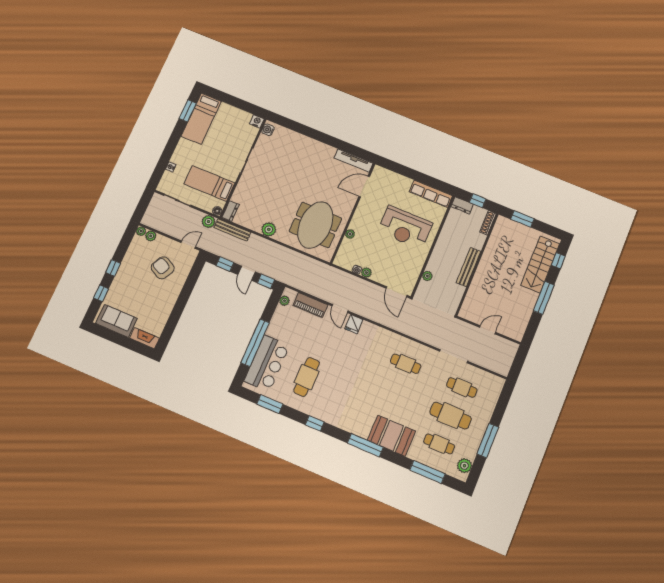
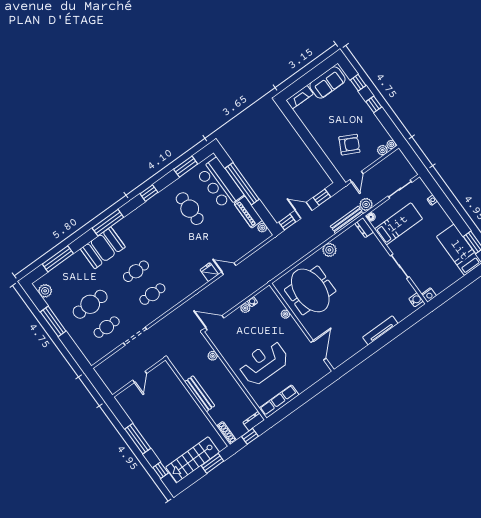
tv unit: (354, 161) -> (380, 330), moved
stairs: (540, 264) -> (193, 460), moved, turned -90
piano: (310, 305) -> (248, 212), moved, turned -90
cafe table: (439, 444) -> (136, 271), moved

